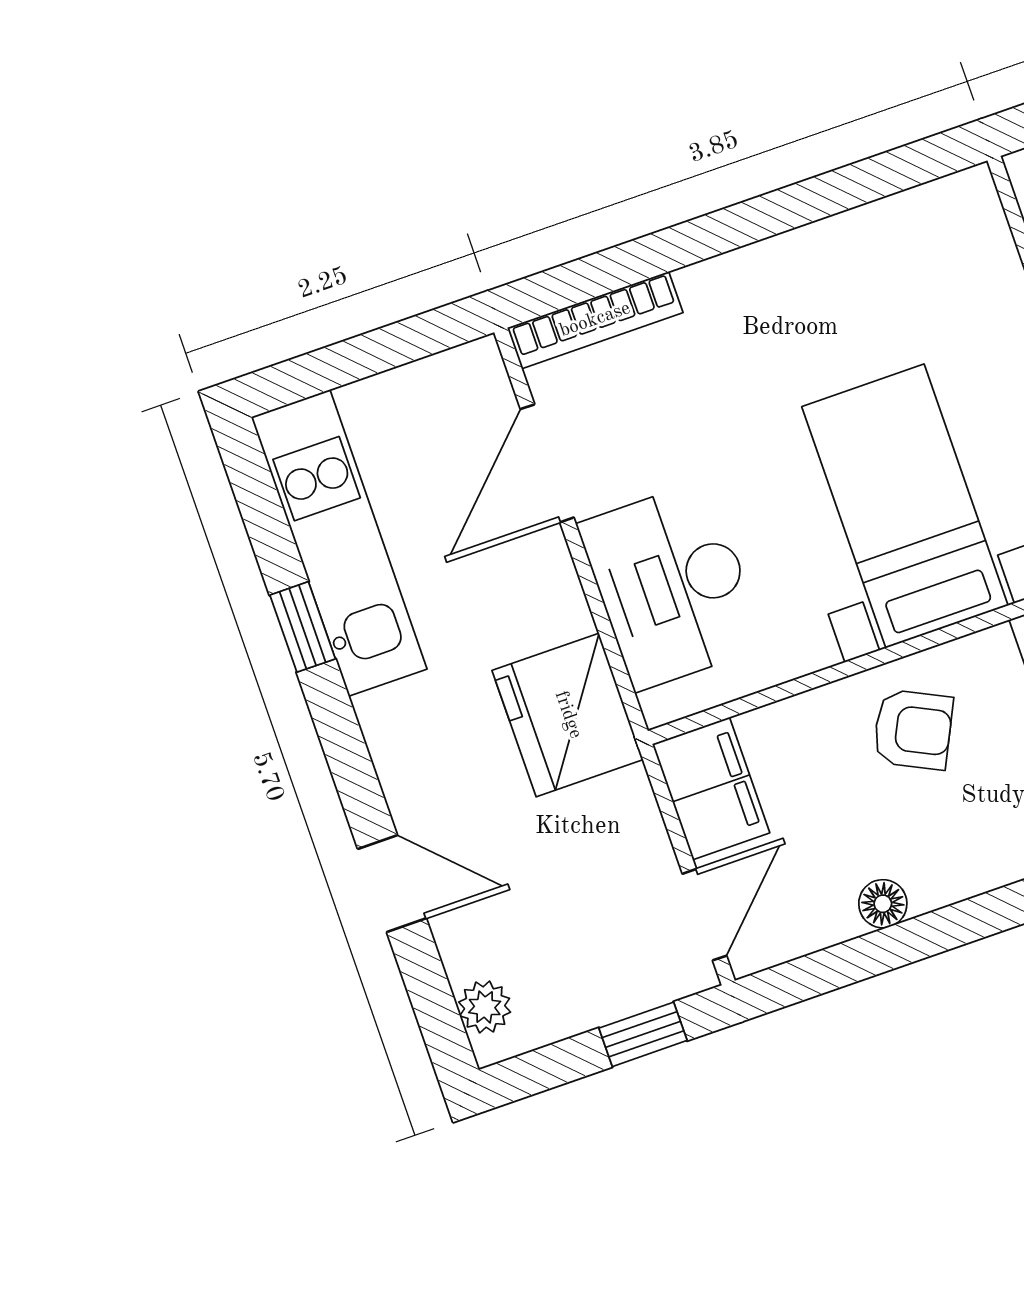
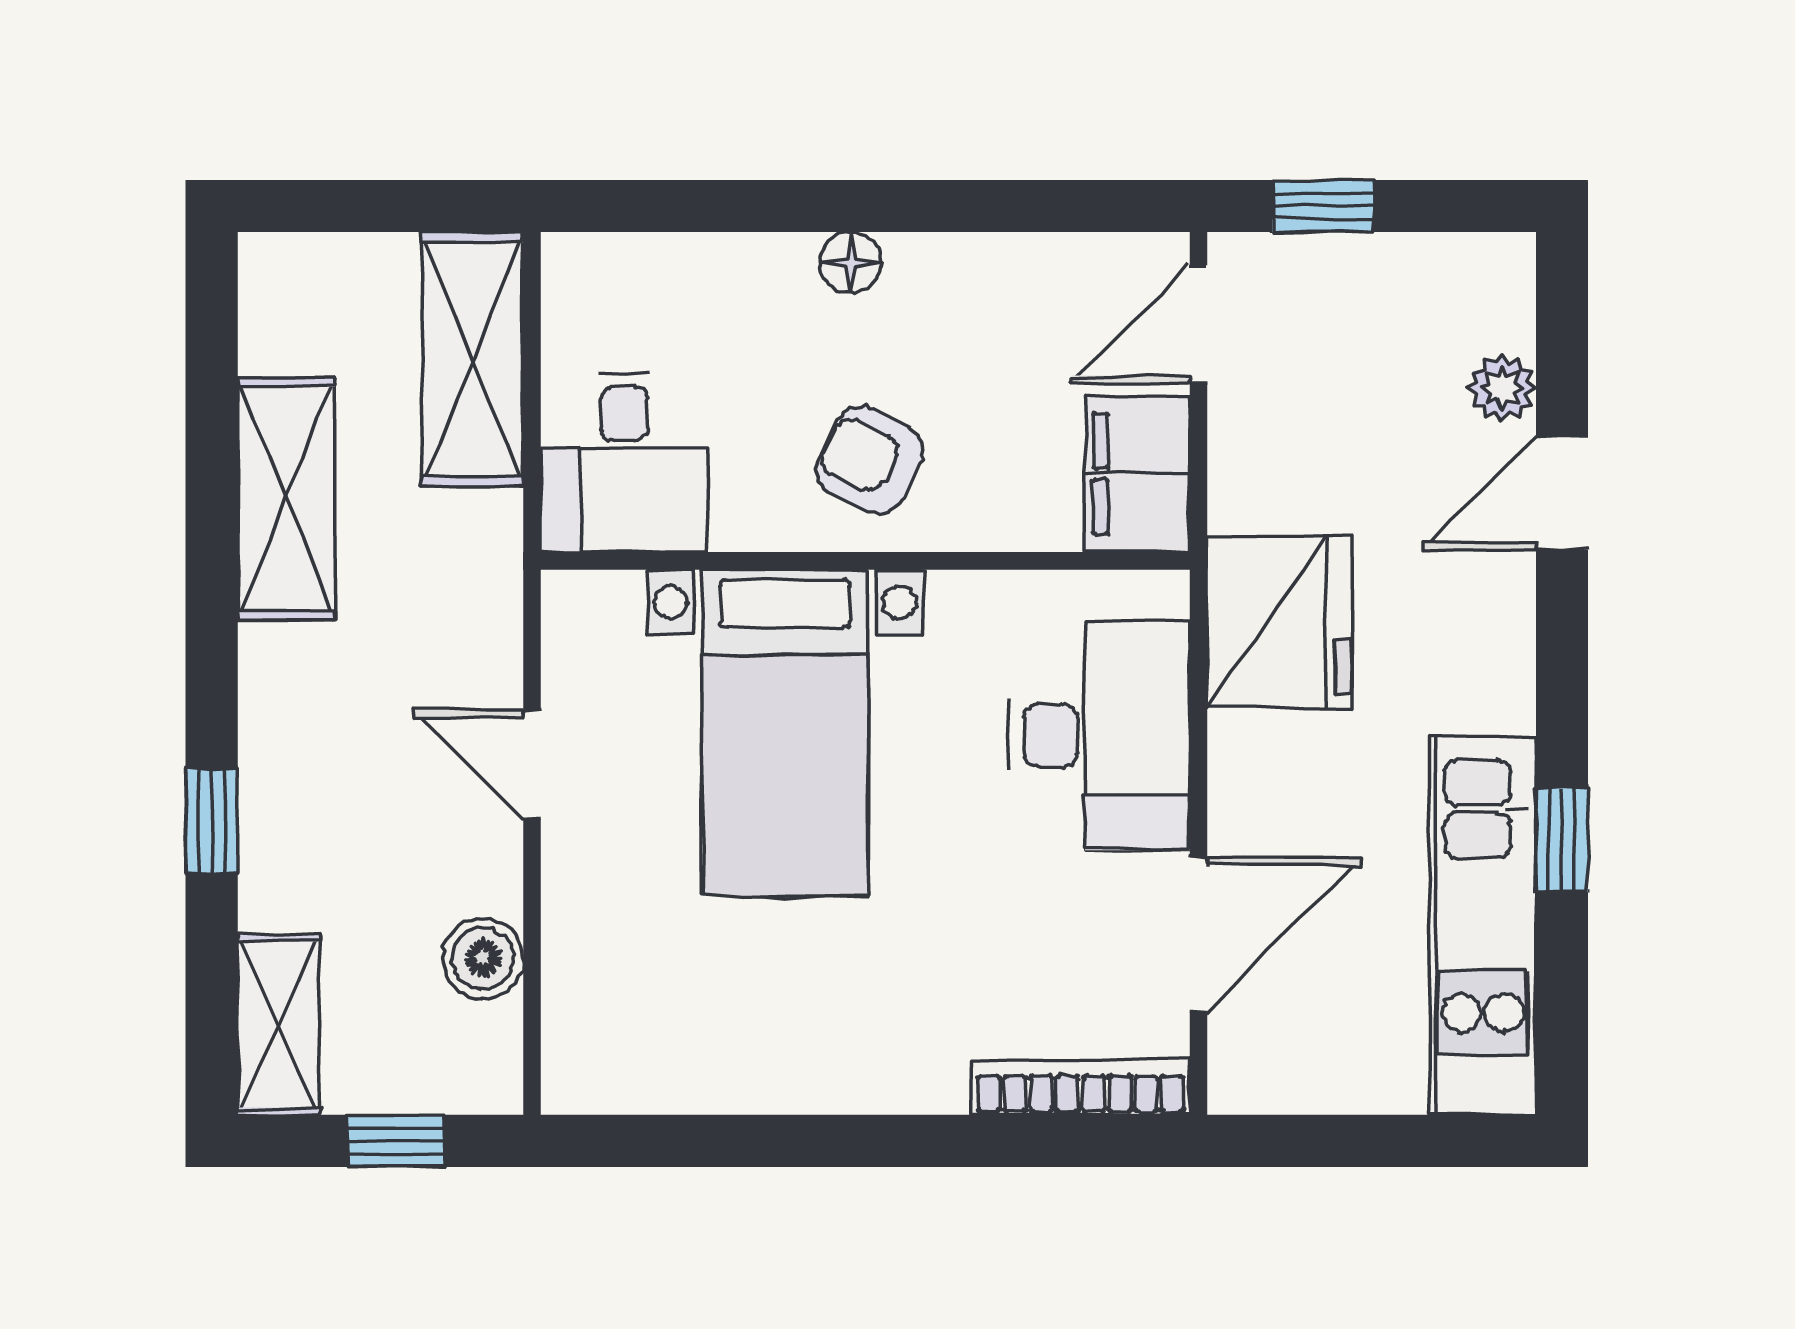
door: (392, 884) -> (1562, 493), hinge flipped
floor lamp: (883, 904) -> (850, 263), moved
plant: (485, 1007) -> (1502, 388), moved

